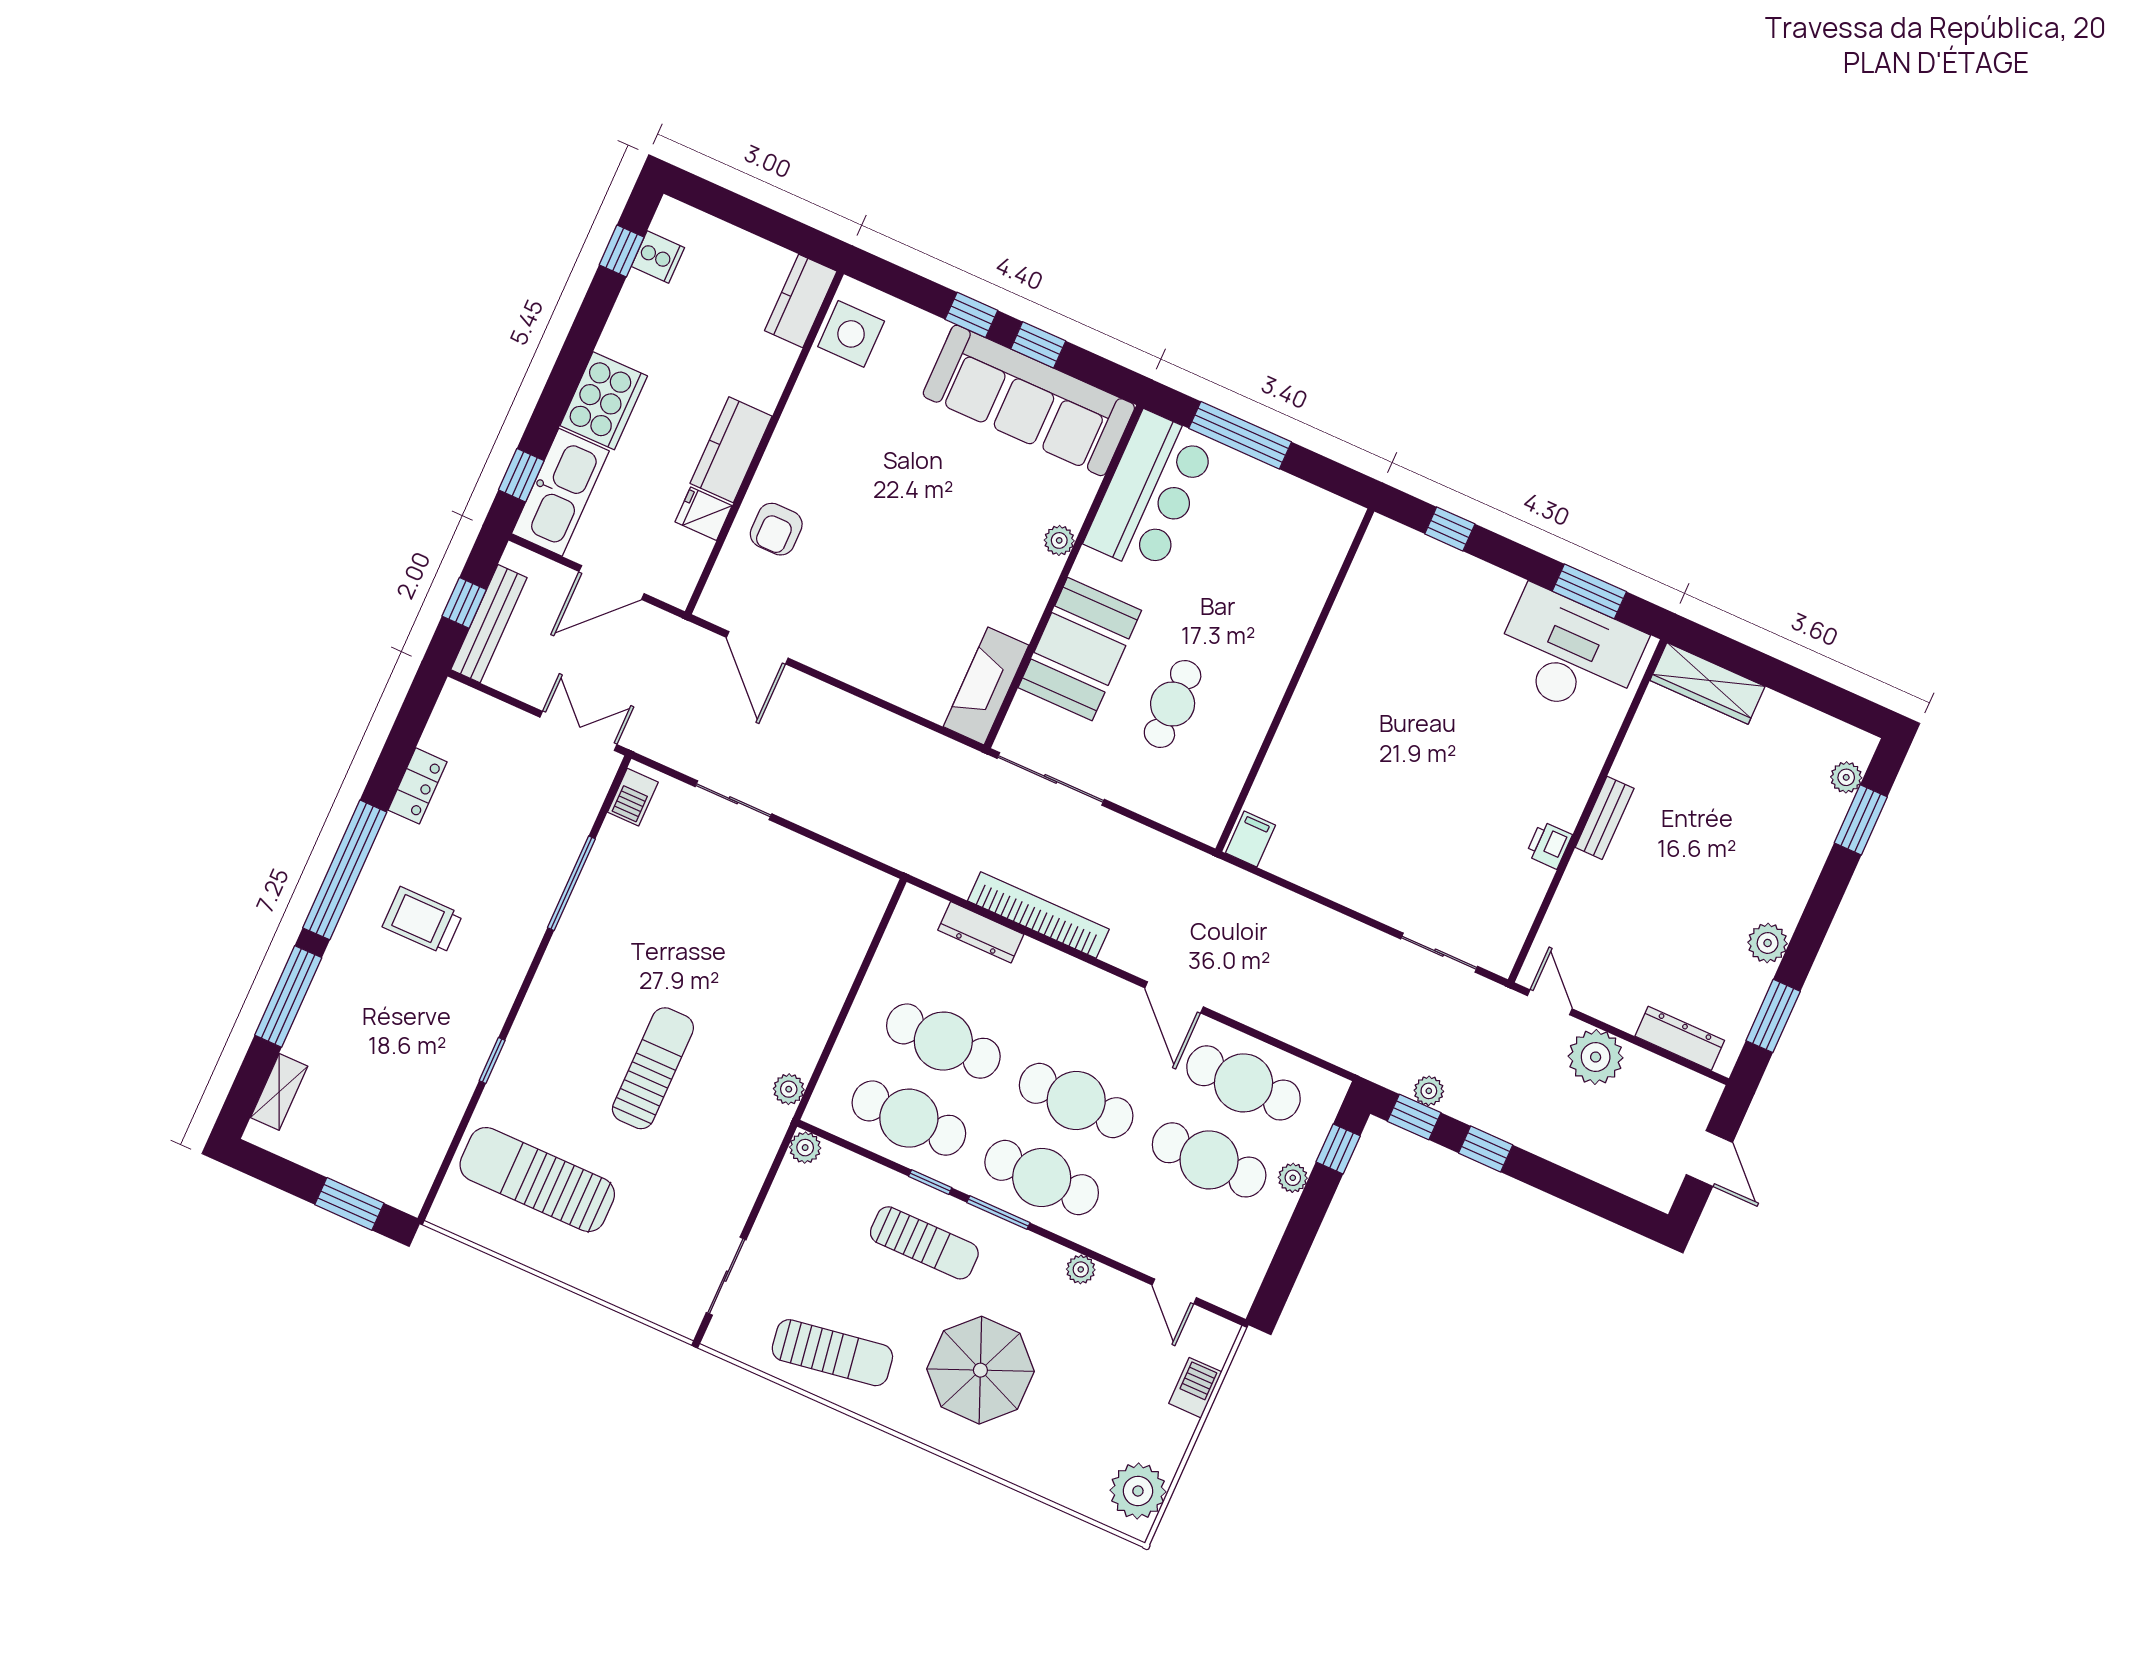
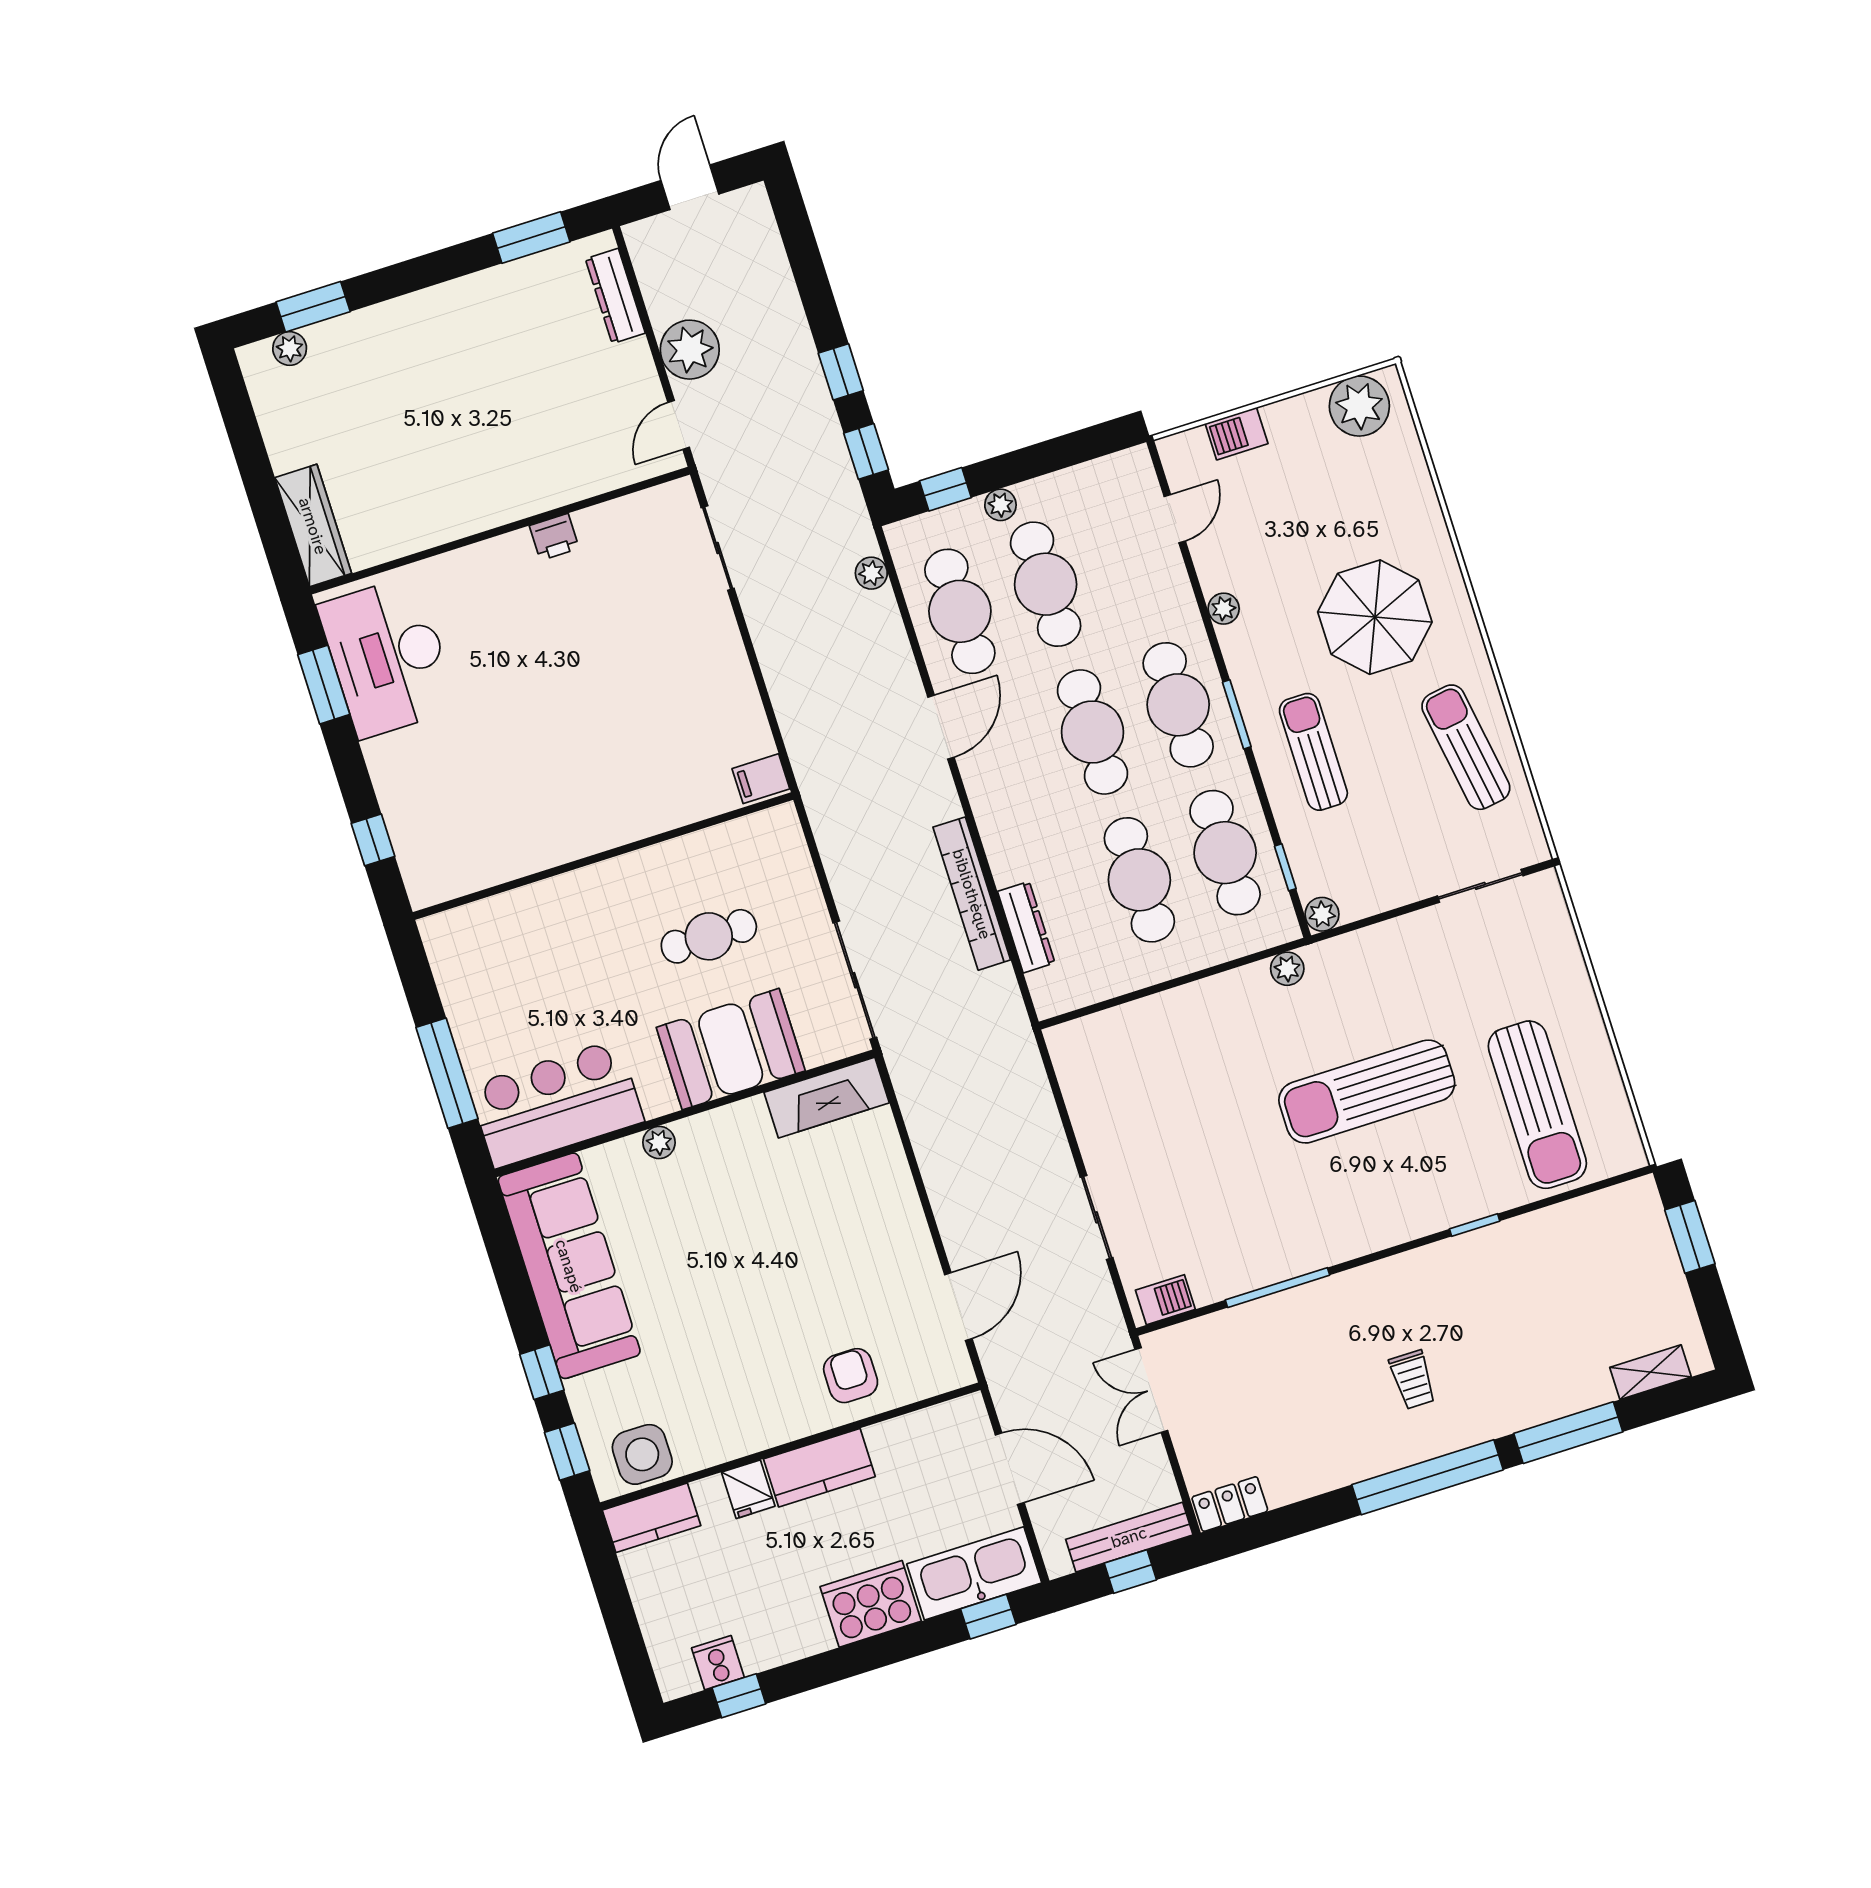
window: (1038, 345) -> (567, 1452), moved
fridge: (704, 514) -> (748, 1489), moved
armchair: (776, 529) -> (851, 1376), turned -90
locker: (418, 786) -> (1230, 1504), moved
bench: (1605, 818) -> (493, 512), removed
trolley: (422, 921) -> (1413, 1380), width x0.73, depth x0.72
plant: (1768, 943) -> (477, 294), removed
sun lounger: (653, 1068) -> (1367, 1092), width x1.36, depth x1.34
plant: (1429, 1091) -> (871, 573), moved
window: (930, 1182) -> (1285, 867), moved

